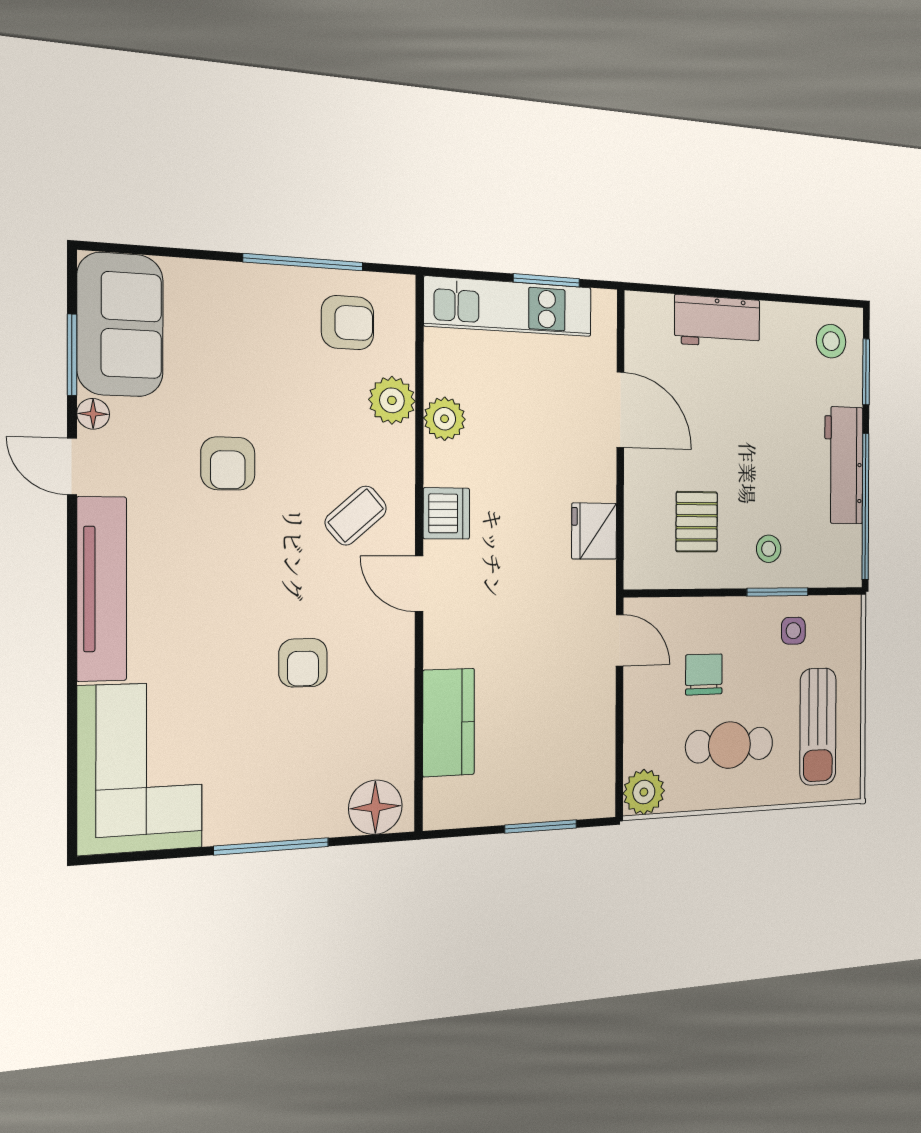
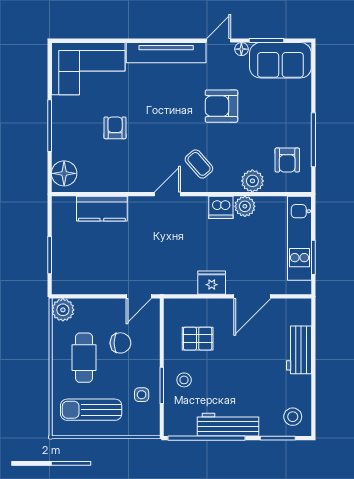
armchair: (228, 463) -> (221, 106), width x1.38, depth x1.38
dishwasher: (446, 513) -> (221, 207), moved
fridge: (594, 531) -> (212, 283), moved
armchair: (303, 663) -> (115, 128), moved, turned 90

